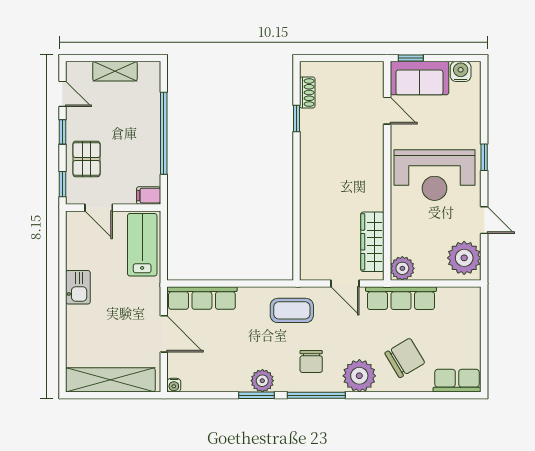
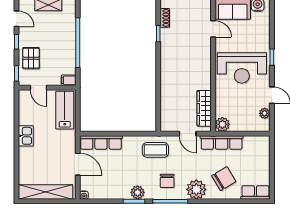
plant: (464, 258) -> (265, 113), width x0.53, depth x0.53

